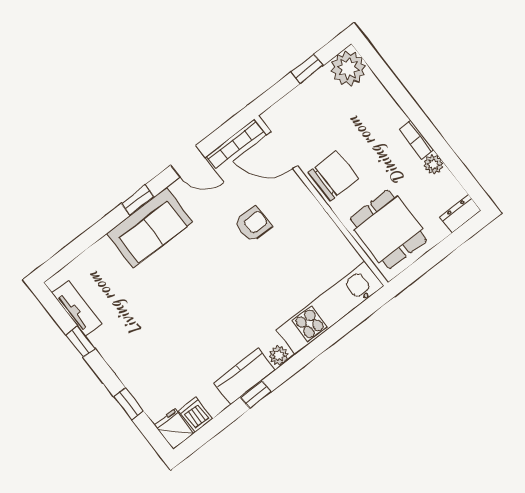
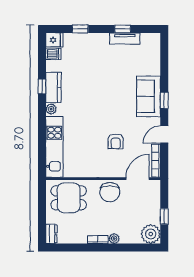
plant: (433, 165) -> (114, 239), moved
tv unit: (77, 308) -> (125, 39), moved

